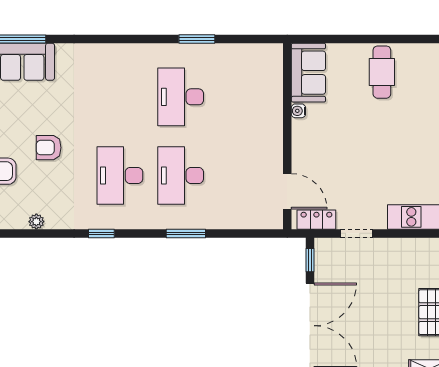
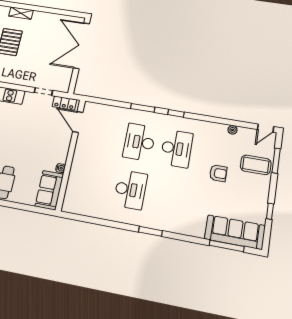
window: (197, 39) -> (150, 231), moved
desk: (181, 175) -> (139, 142), turned 180
window: (101, 233) -> (176, 113), moved
window: (310, 260) -> (73, 81), removed

